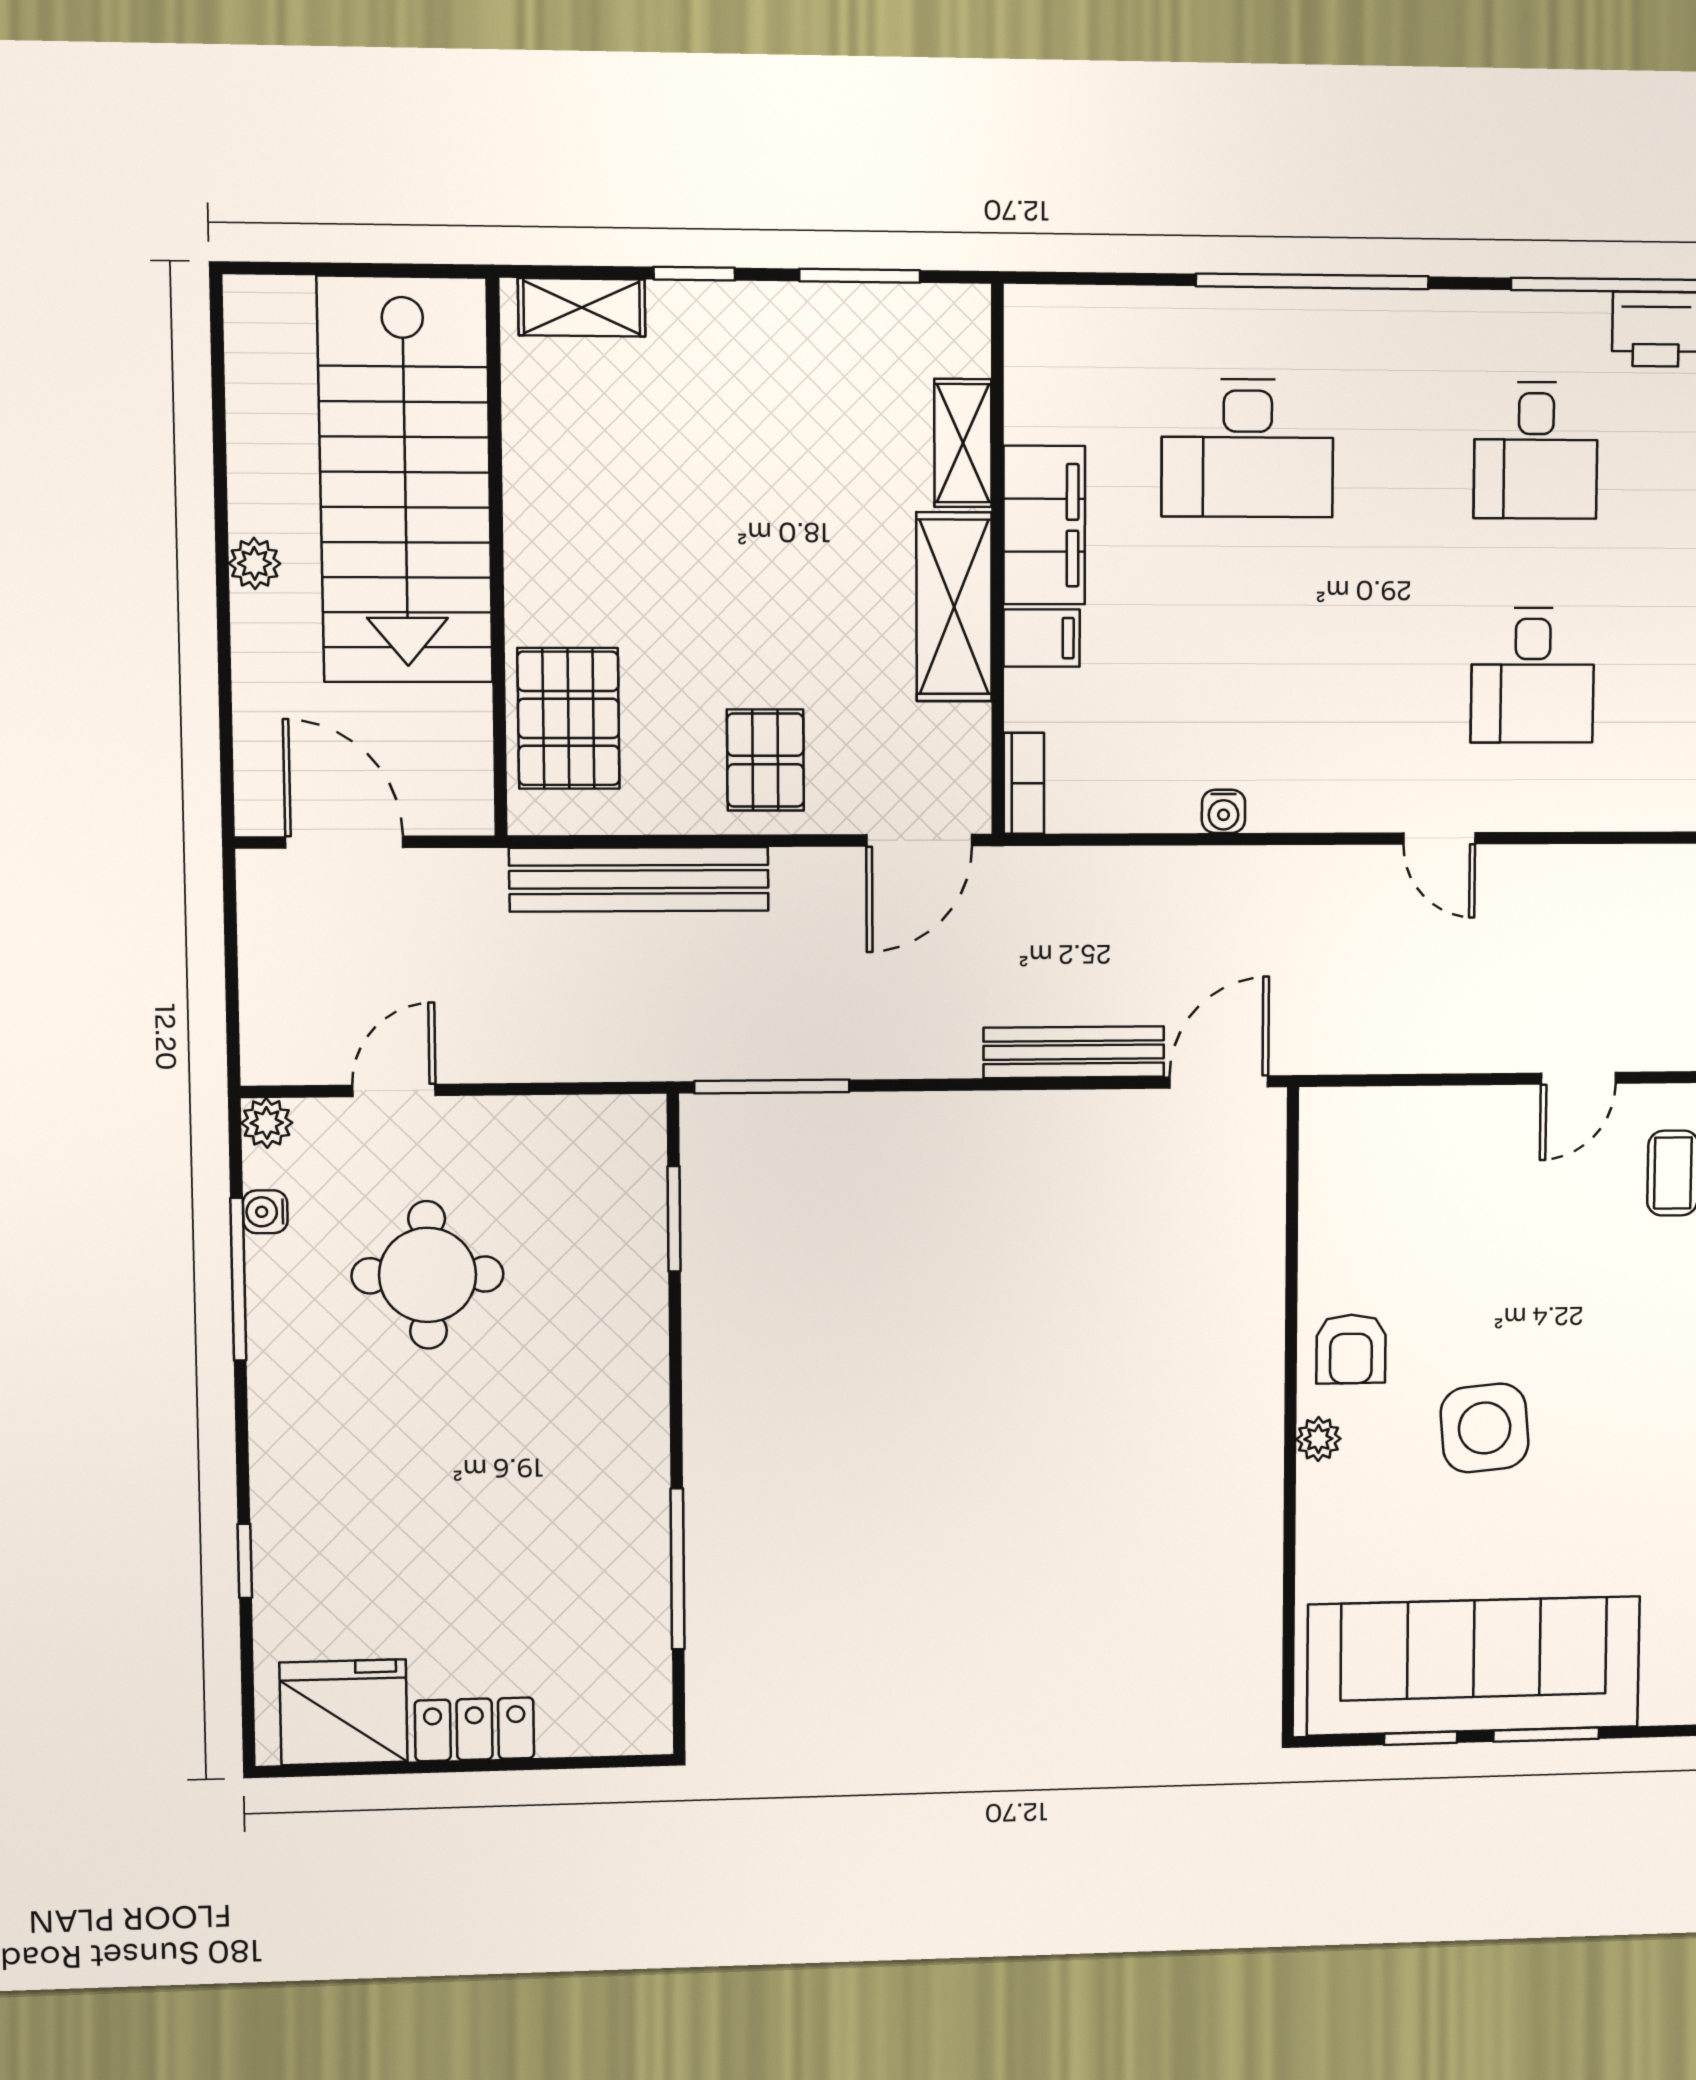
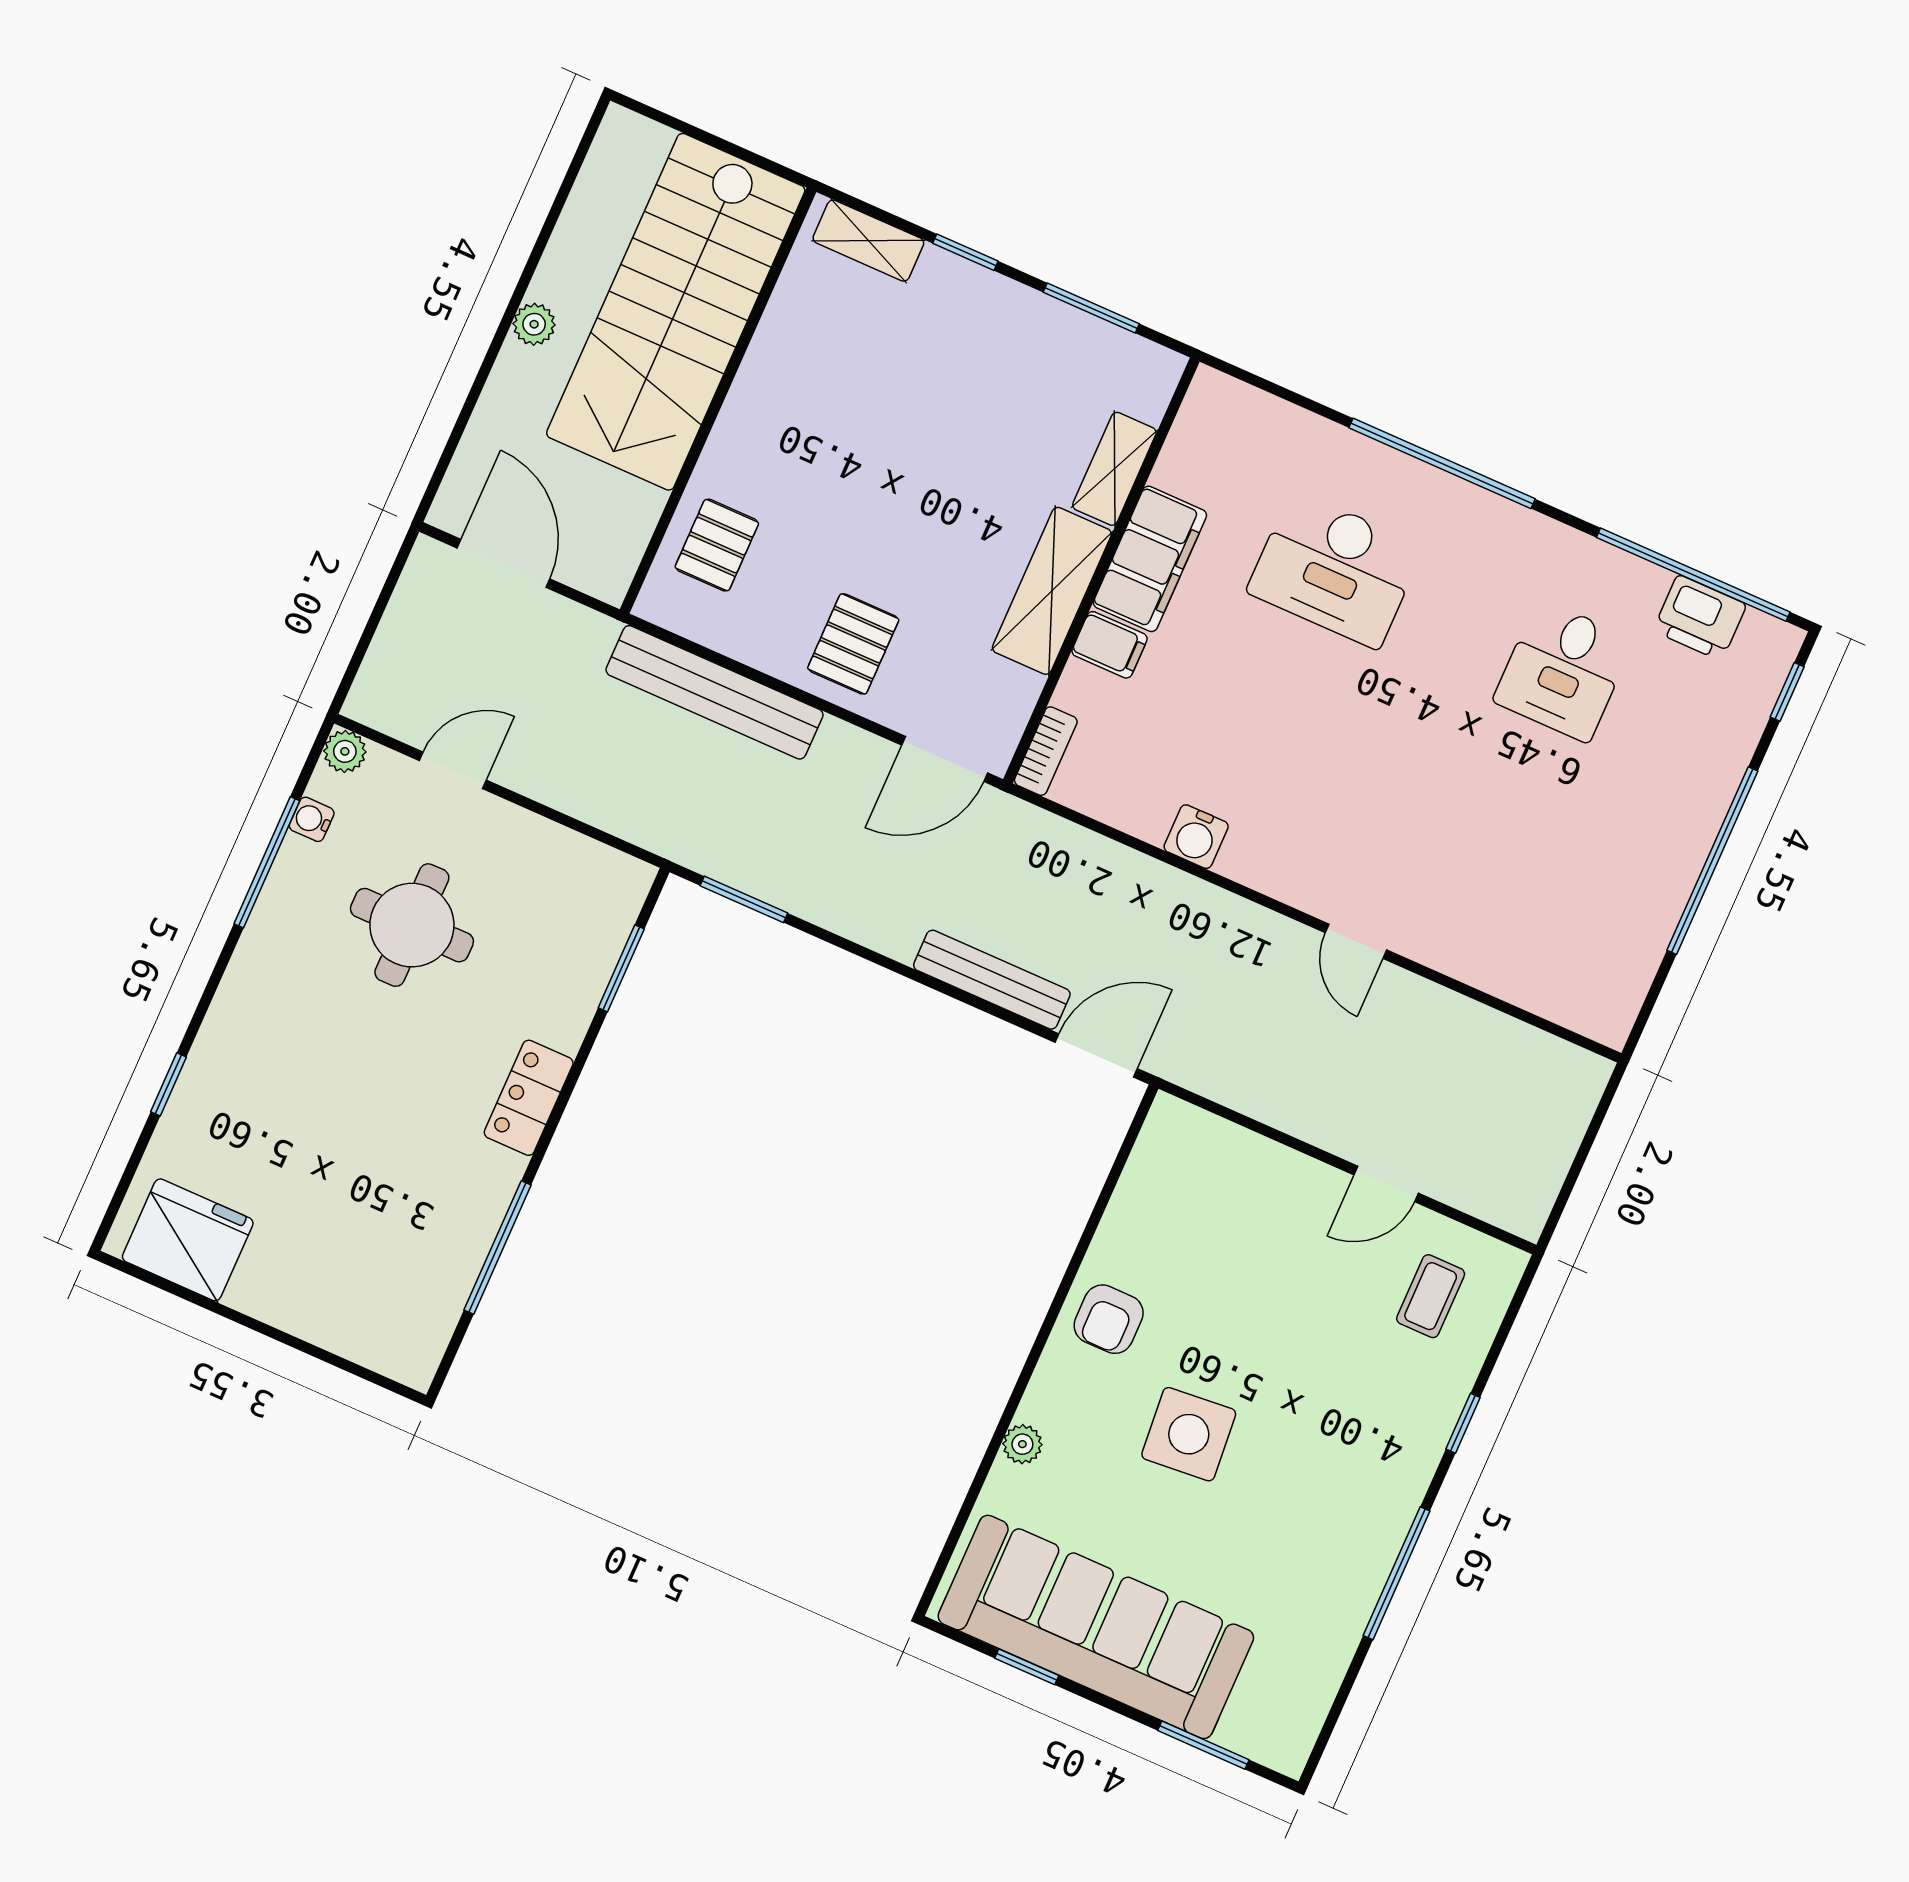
desk: (1533, 675) -> (1486, 846), removed
pallet: (568, 718) -> (717, 545), width x0.67, depth x0.71
water cooler: (1223, 811) -> (1196, 837), width x1.38, depth x1.38
window: (772, 1087) -> (744, 899), width x0.69
plant: (1318, 1439) -> (1022, 1444), moved
locker: (474, 1729) -> (529, 1098), moved, turned -90
window: (1546, 1735) -> (1203, 1745), moved

